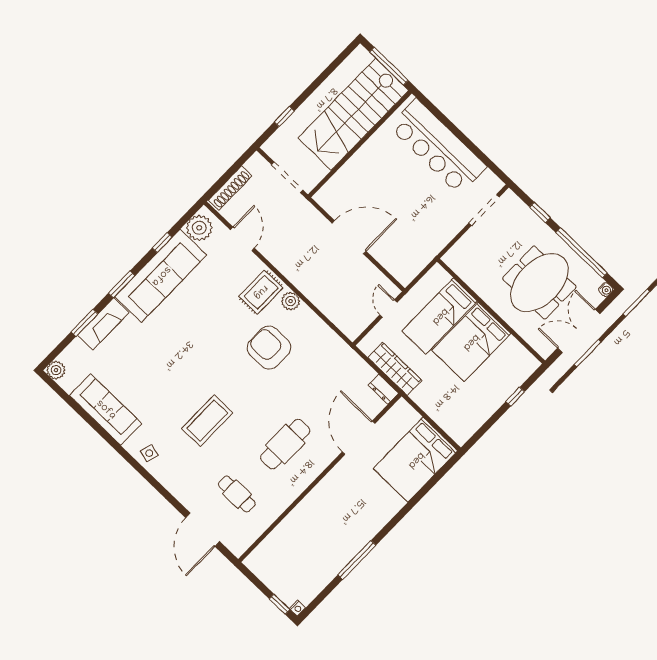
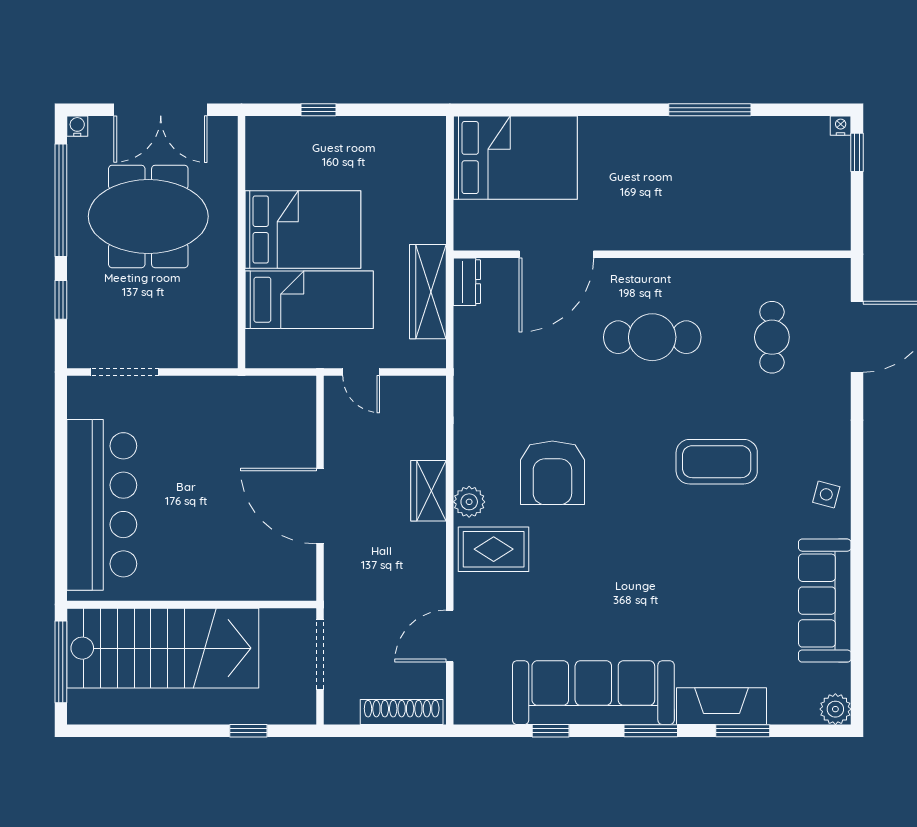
plant: (199, 228) -> (488, 703), removed
wardrobe: (312, 289) -> (429, 491), added
door: (388, 309) -> (361, 372), hinge flipped

